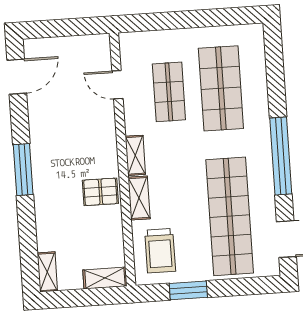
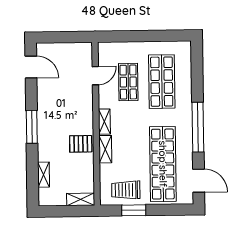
door: (17, 77) -> (31, 67), hinge flipped
door: (117, 85) -> (95, 76), swing flipped
trolley: (160, 251) -> (126, 190), moved, turned 90
shelving: (47, 272) -> (44, 175), moved

